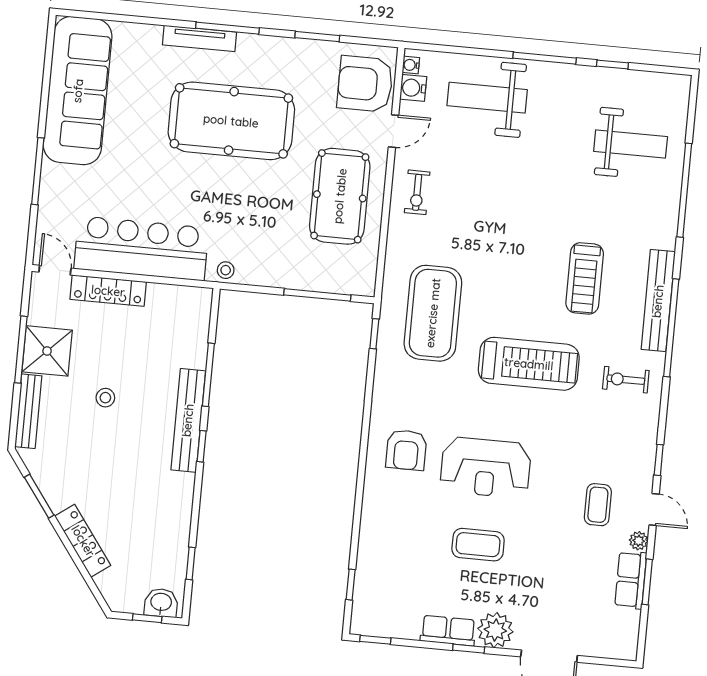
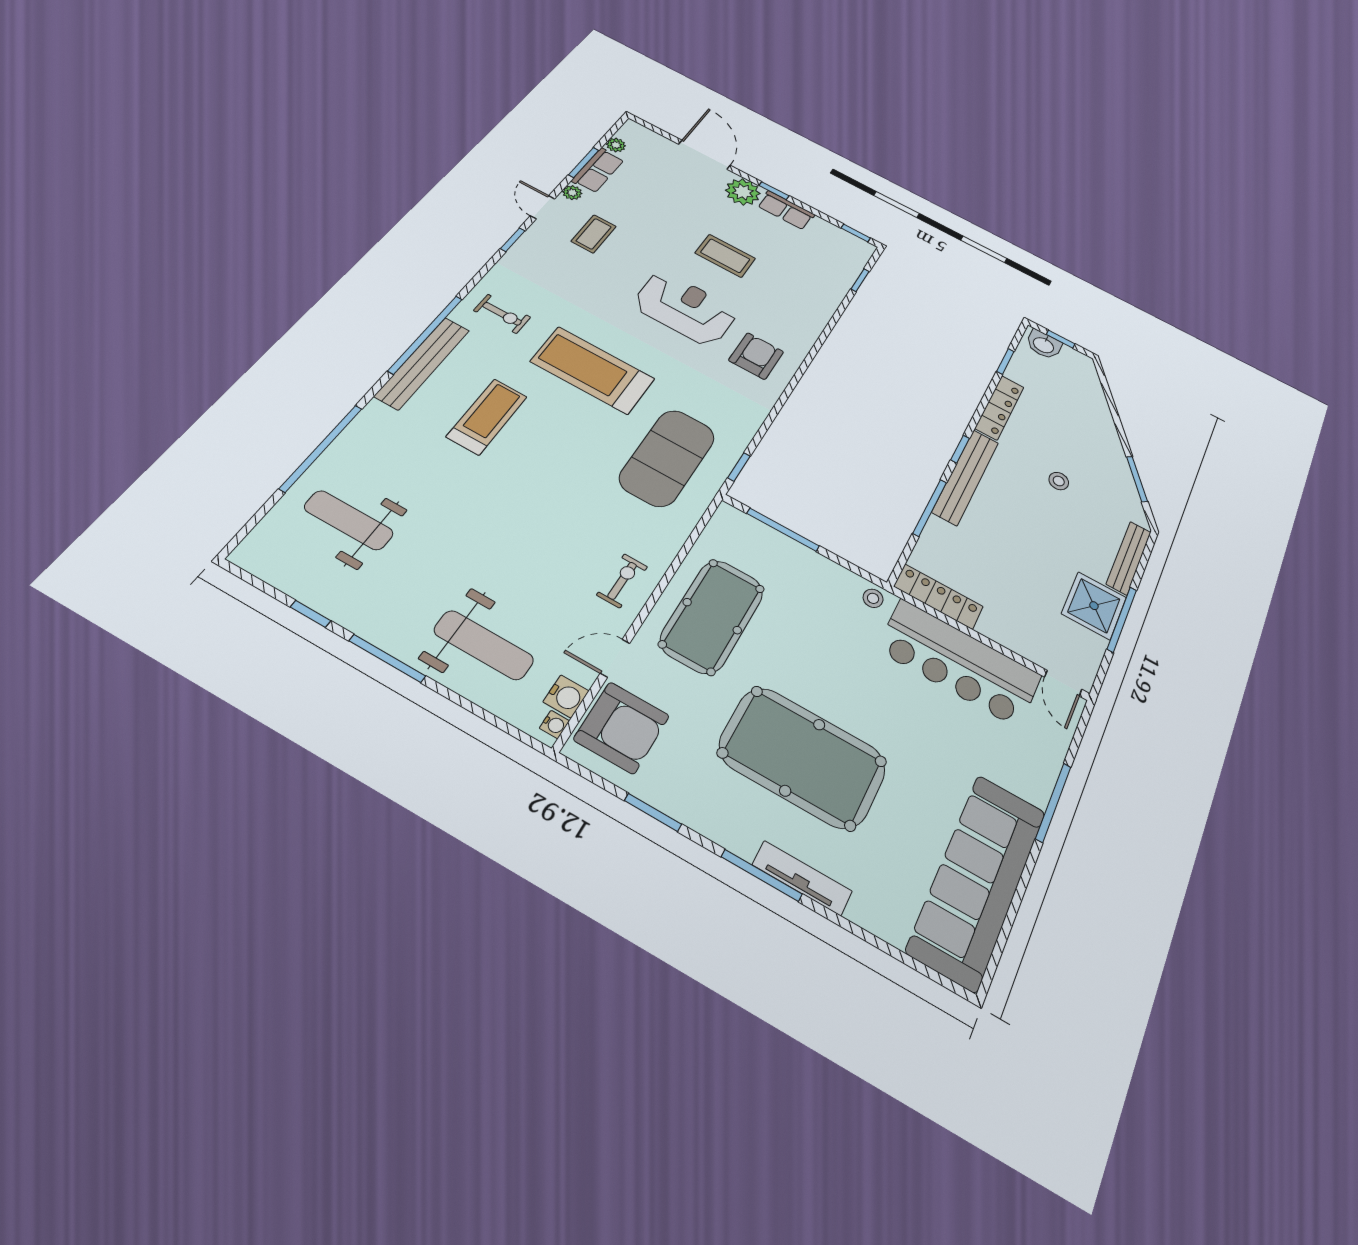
locker: (108, 291) -> (938, 596), moved
stool: (105, 398) -> (1059, 481), moved
locker: (83, 541) -> (999, 408), moved, turned -144
plant: (631, 620) -> (616, 145), added

